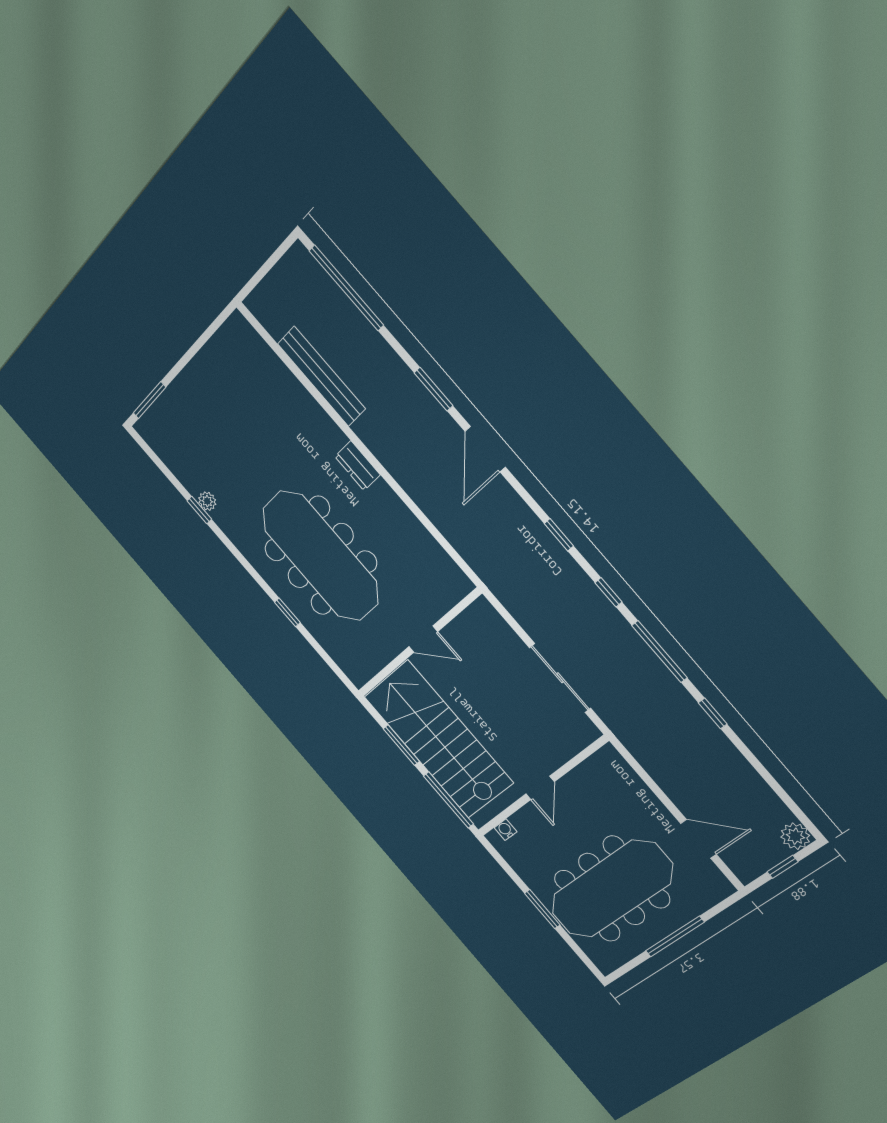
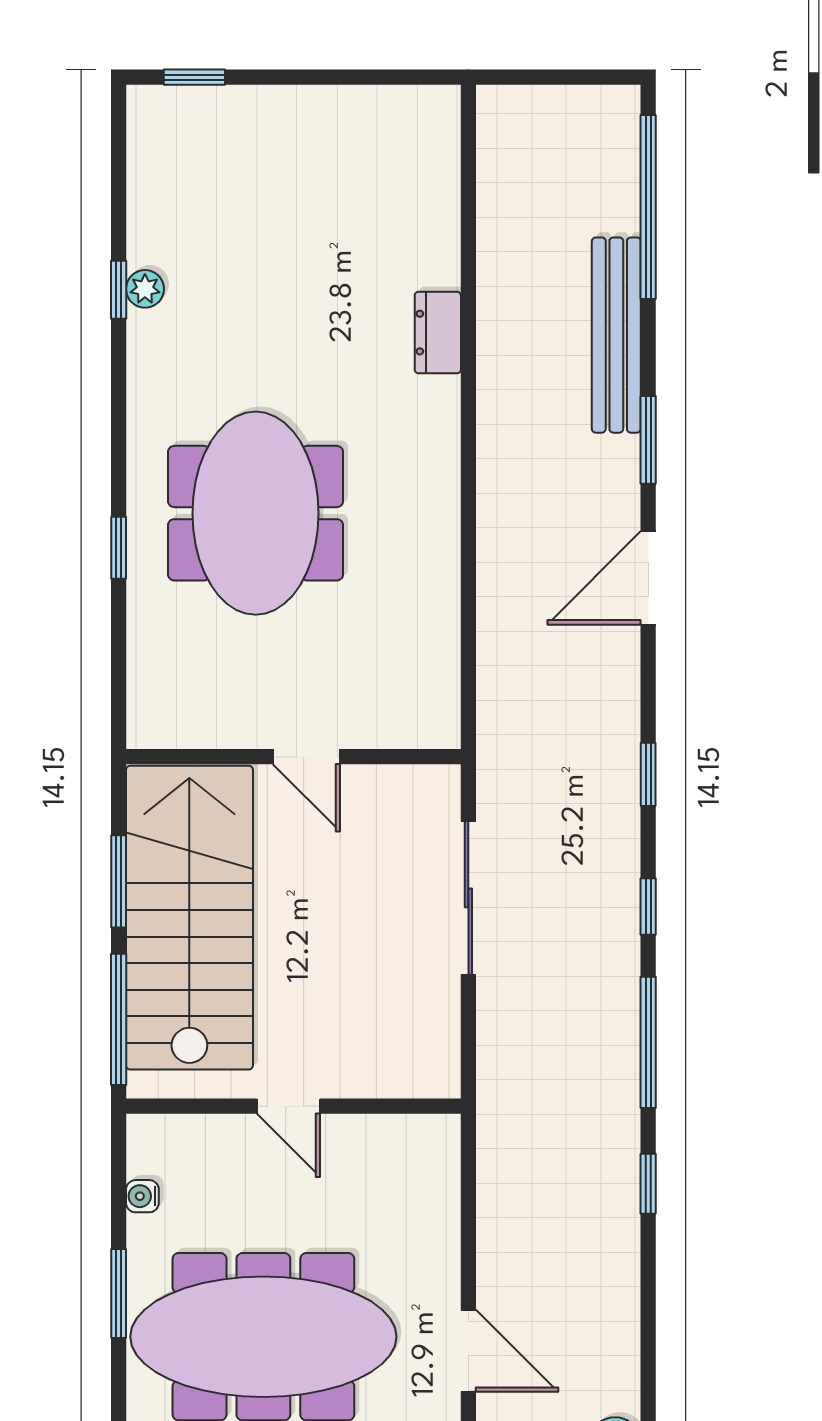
bench: (321, 376) -> (616, 335), moved
window: (150, 400) -> (194, 77), width x0.67
dresser: (357, 466) -> (438, 333), moved
meeting table: (320, 556) -> (256, 513), width x0.73
sliding door: (560, 678) -> (468, 898), moved
door: (540, 788) -> (289, 1106), hinge flipped
water cooler: (505, 830) -> (142, 1196), moved, turned -90

